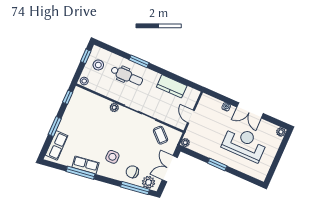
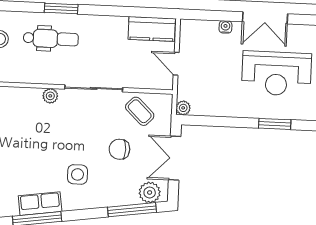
kitchen counter: (172, 86) -> (152, 29), moved
reception desk: (244, 144) -> (276, 73), turned 180
window: (217, 164) -> (275, 124), moved
chair: (132, 172) -> (119, 149), moved

